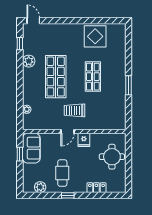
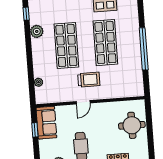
shop shelf: (93, 77) -> (105, 43), width x1.43, depth x1.36
window: (129, 85) -> (144, 49), width x2.11
trolley: (74, 110) -> (89, 80), turned 180
fridge: (84, 140) -> (101, 110), removed

